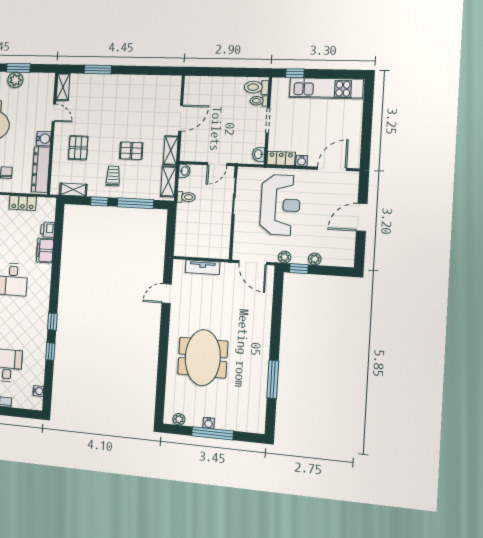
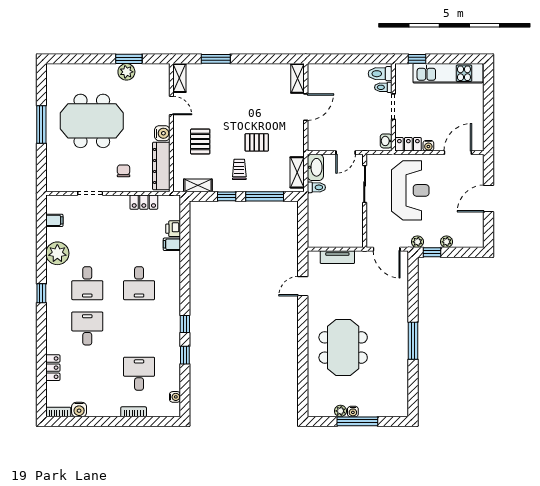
shelving: (171, 150) -> (298, 78), moved
washbasin: (184, 171) -> (315, 167), width x1.91, depth x1.45
filing cabinet: (45, 250) -> (172, 244), width x0.50
window: (273, 379) -> (413, 341), moved
plant: (179, 419) -> (340, 411), moved

